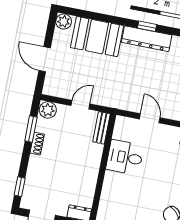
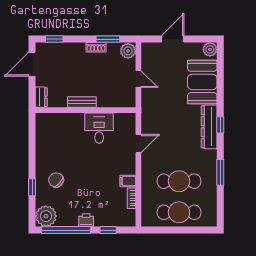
bench: (101, 128) -> (82, 102), moved

